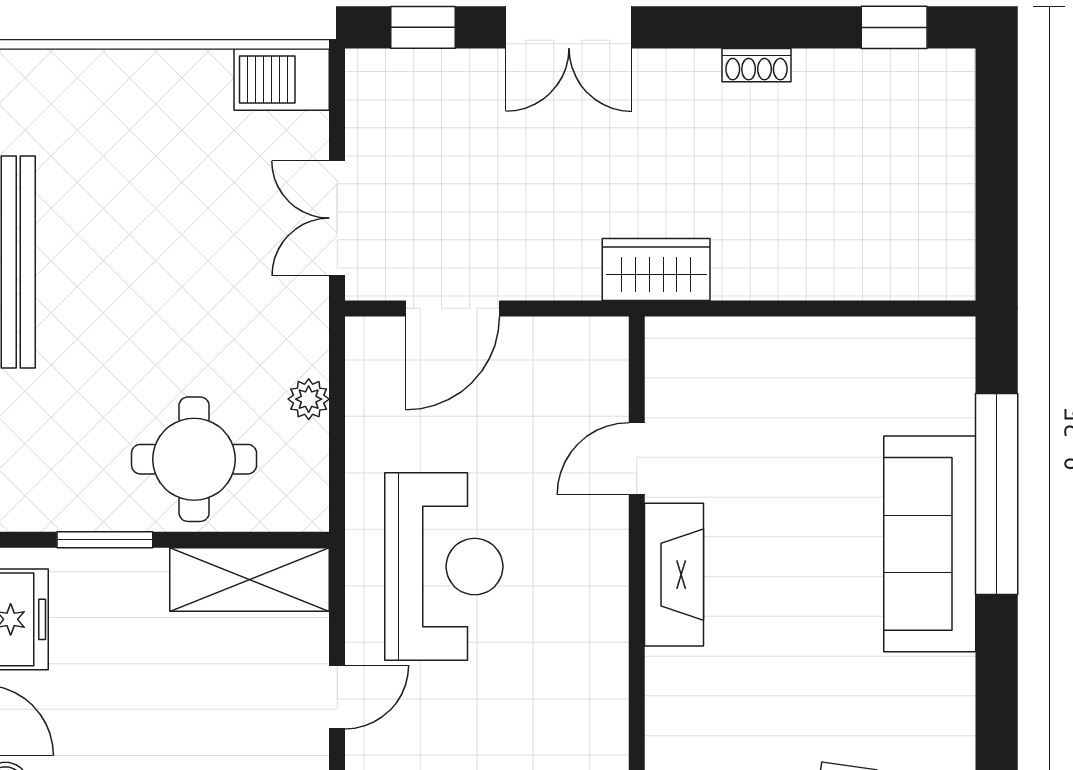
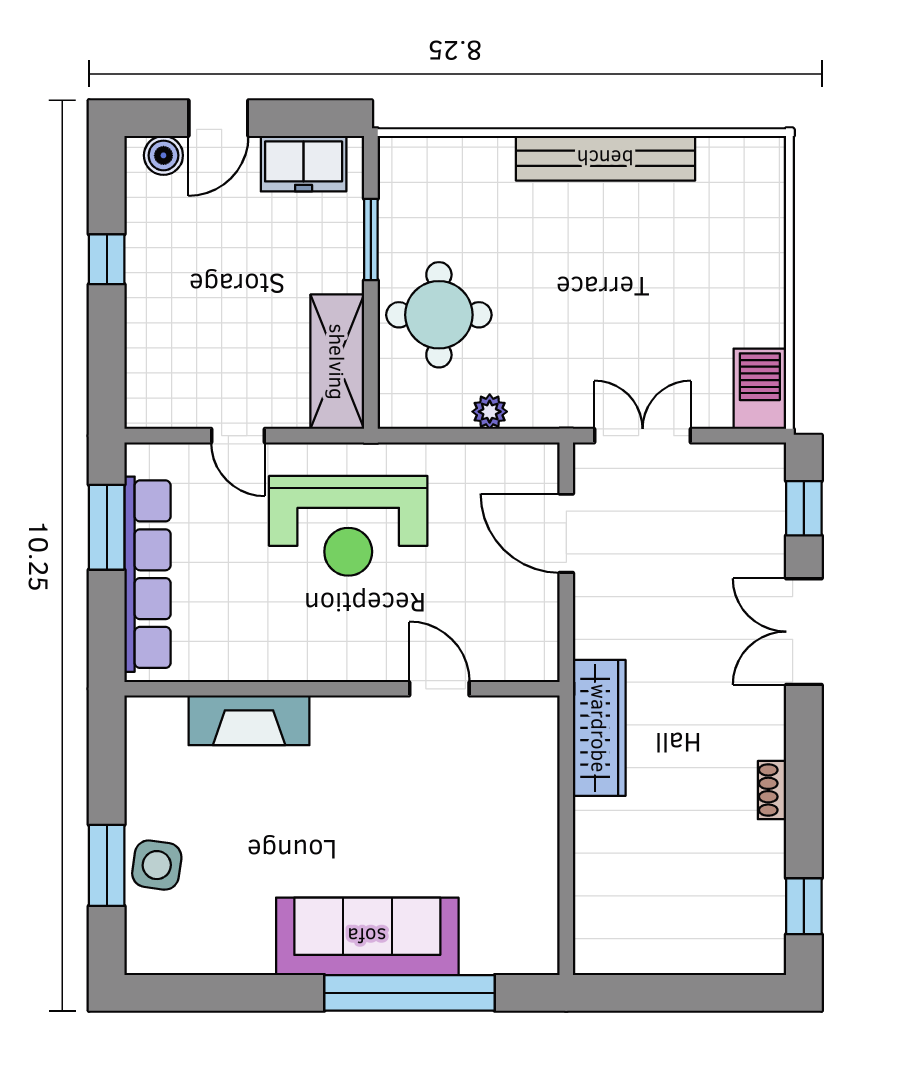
wardrobe: (656, 269) -> (599, 728), width x1.50
fireplace: (674, 575) -> (249, 720), moved

